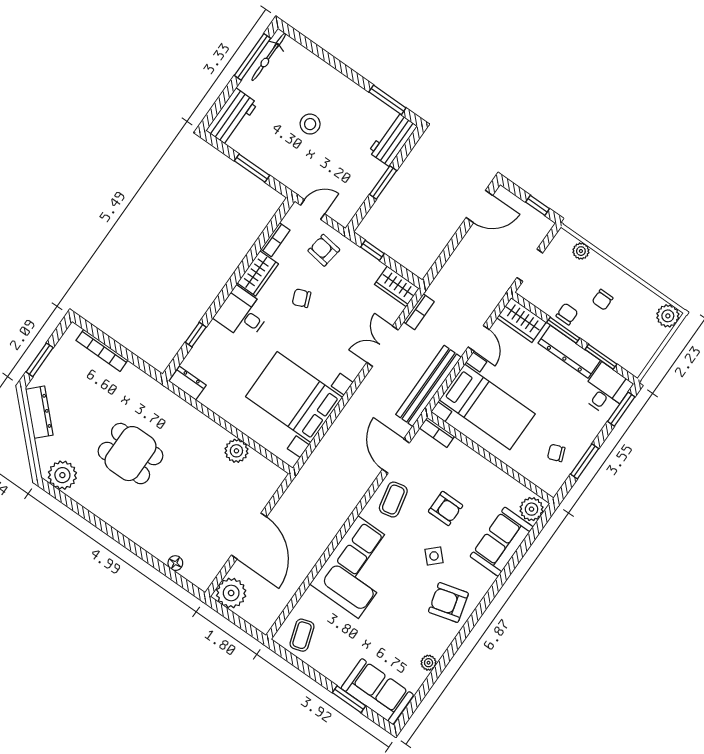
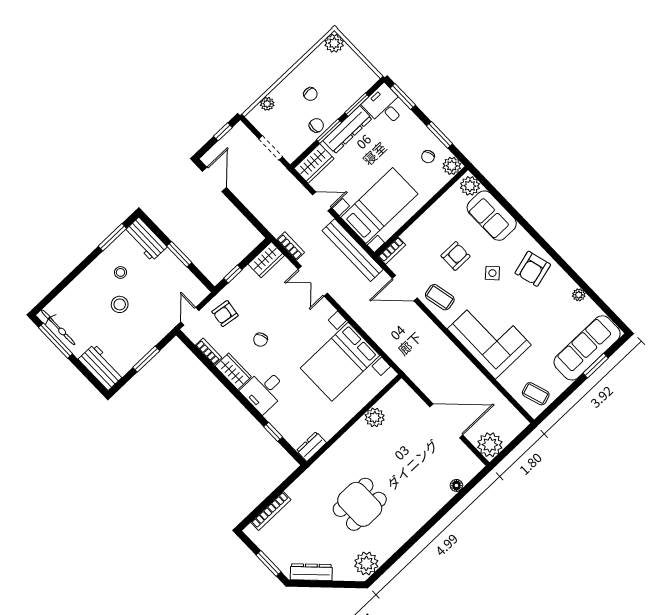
stool: (348, 118) -> (121, 272), added
chair: (567, 314) -> (316, 125), turned 90
plant: (551, 483) -> (452, 166), added
sofa: (377, 692) -> (587, 348), width x1.36

